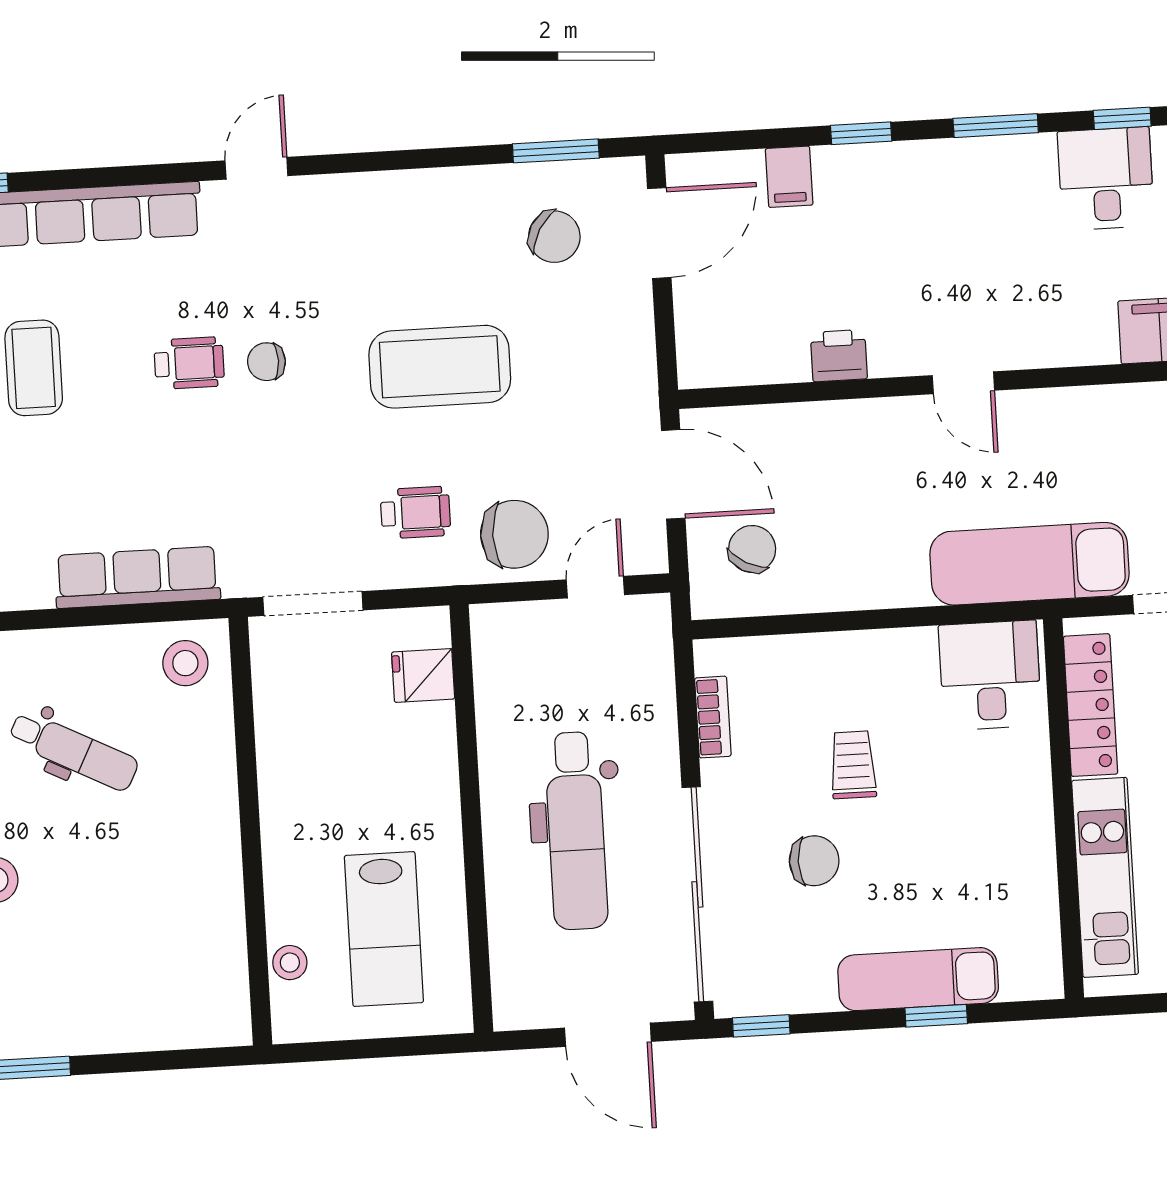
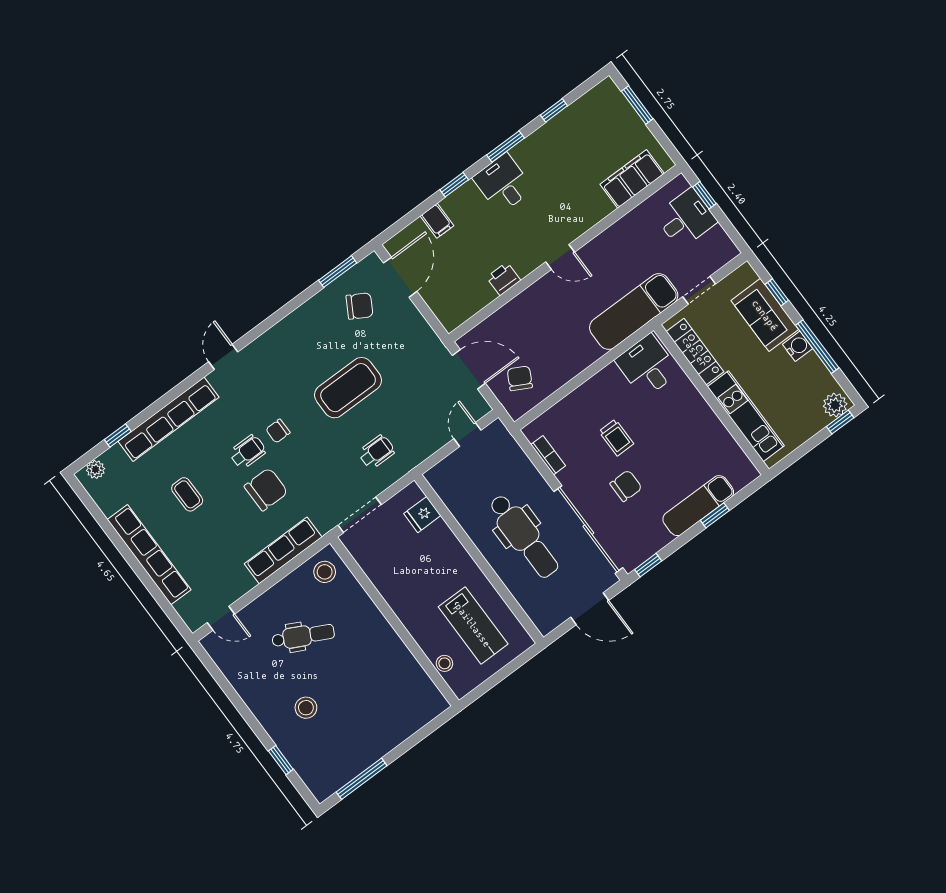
desk: (1106, 179) -> (503, 183), moved
coffee table: (34, 368) -> (187, 494), width x0.73, depth x0.77
chair: (514, 534) -> (266, 489), moved
trolley: (853, 765) -> (616, 438), turned 180

